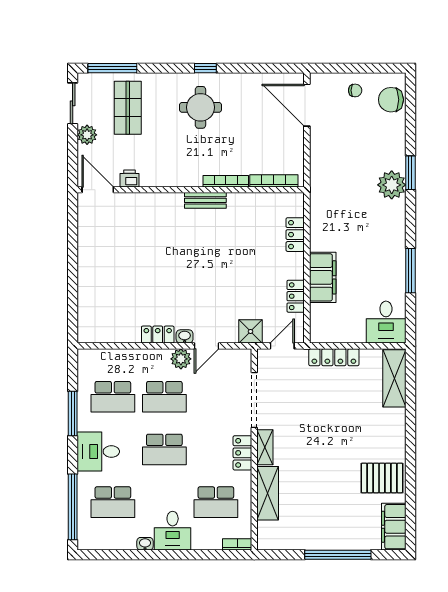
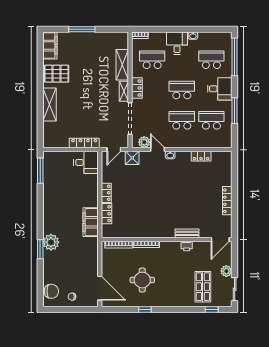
window: (112, 68) -> (212, 309), width x0.46
window: (205, 68) -> (145, 309), moved
round table: (200, 107) -> (142, 280), moved
printer: (130, 178) -> (187, 246), moved
door: (98, 190) -> (220, 239), hinge flipped
bench: (205, 200) -> (187, 233), moved
locker: (85, 257) -> (227, 201), added
window: (410, 271) -> (40, 171), moved
filing cabinet: (323, 277) -> (91, 222), moved
locker: (296, 296) -> (106, 193), moved
desk: (386, 322) -> (86, 162), moved, turned 90
locker: (158, 335) -> (201, 156), moved
door: (206, 346) -> (158, 150), hinge flipped
plant: (181, 359) -> (144, 142), moved
shelving: (394, 378) -> (49, 105), moved
window: (338, 555) -> (82, 29), width x0.68

